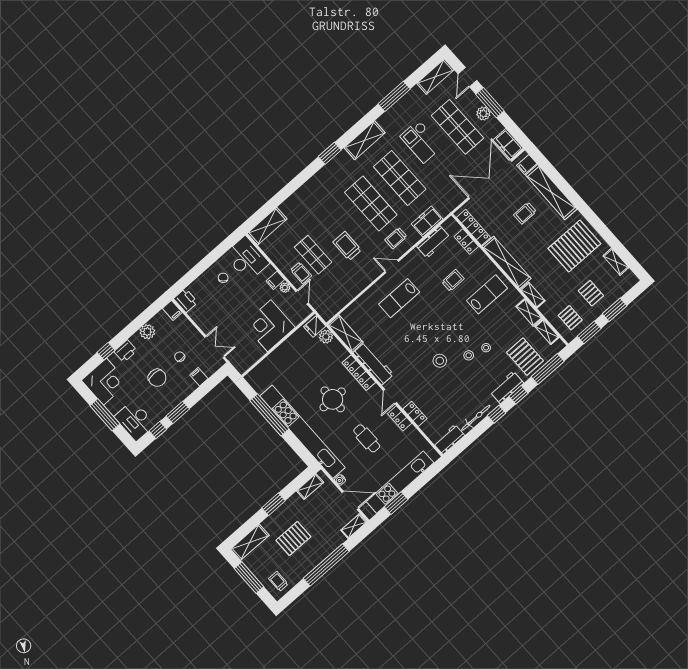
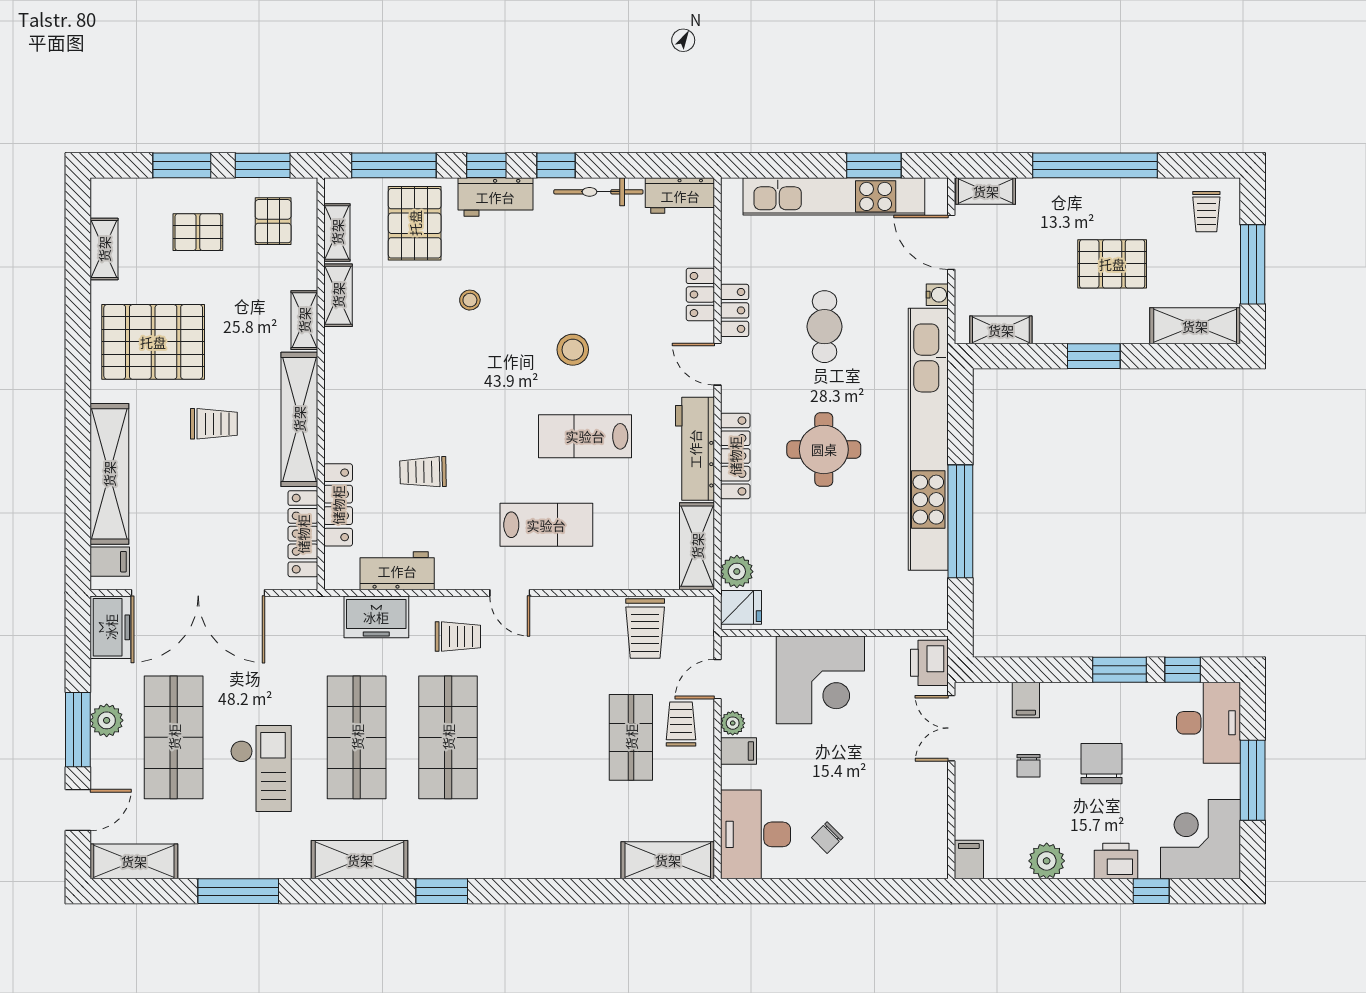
trolley: (525, 213) -> (214, 424), moved
locker: (466, 242) -> (338, 505), width x1.53
trolley: (347, 246) -> (645, 628), moved
pallet: (591, 293) -> (198, 232), turned 90
lab bench: (487, 294) -> (585, 436), moved
printer: (186, 300) -> (929, 663), moved
stool: (469, 355) -> (513, 314), removed
door: (390, 397) -> (717, 364), swing flipped

